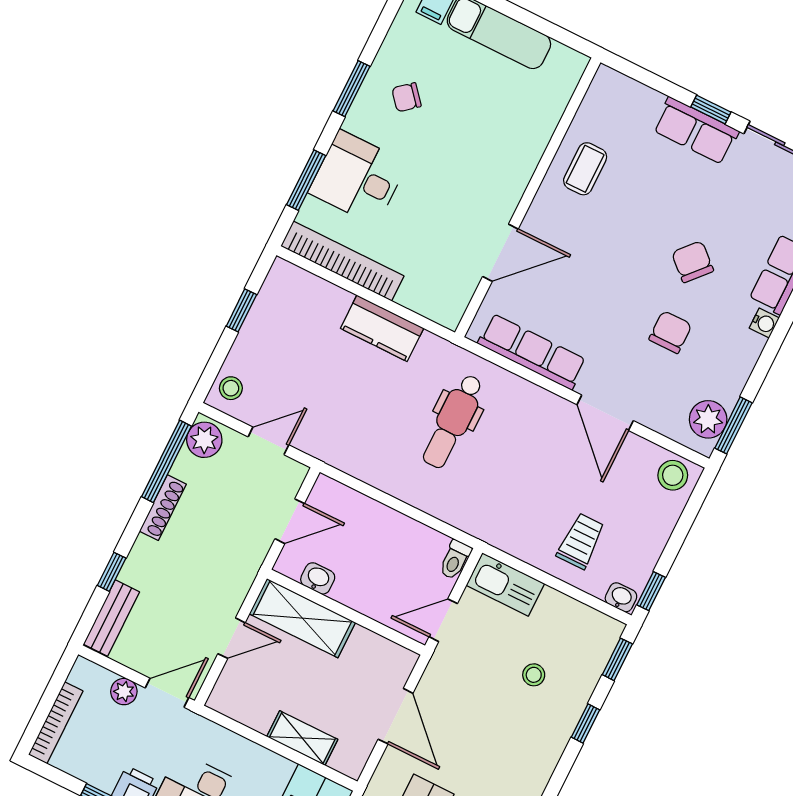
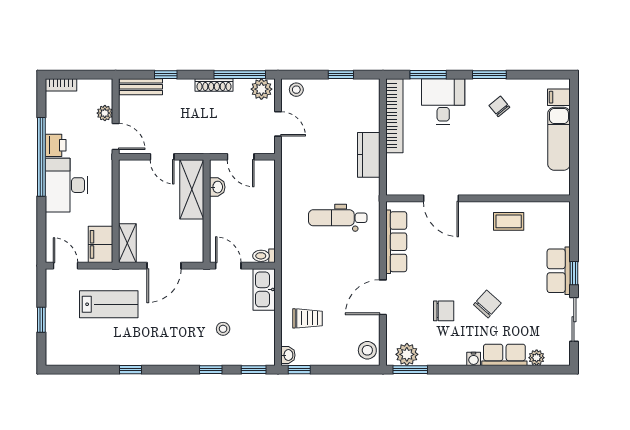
bookcase: (56, 723) -> (61, 85), width x0.64
shelving: (302, 738) -> (127, 243), moved

